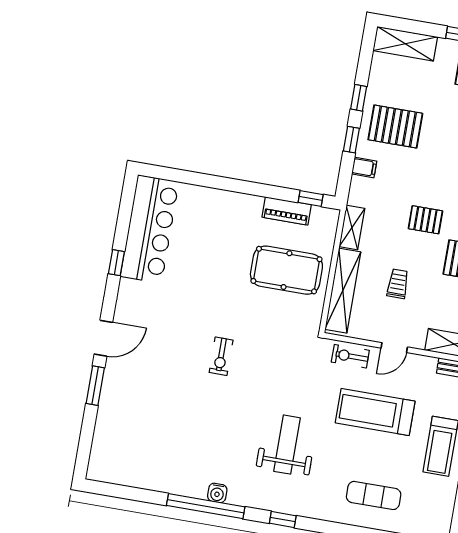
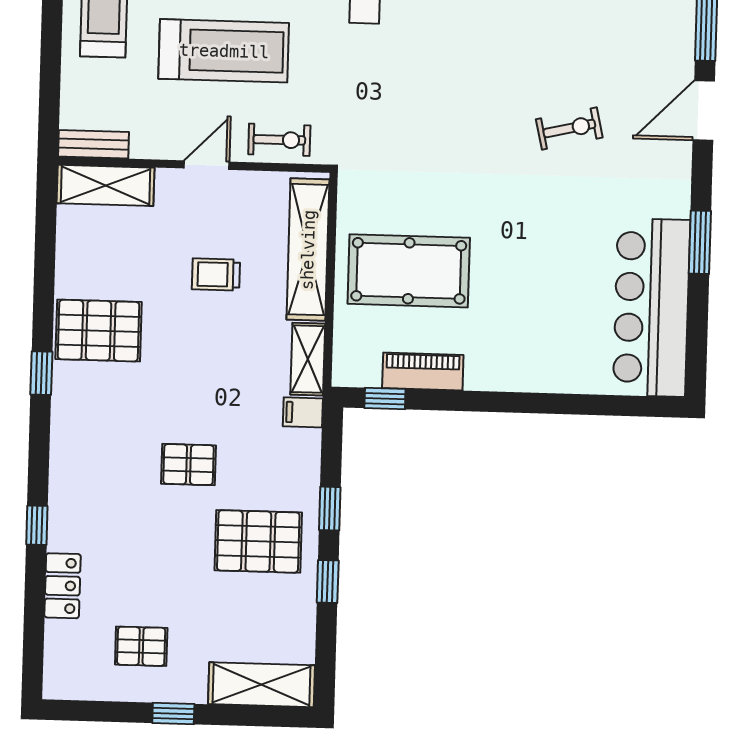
filing cabinet: (364, 167) -> (303, 412), moved
pallet: (425, 220) -> (189, 465), moved
window: (116, 263) -> (700, 242), width x1.50
trolley: (398, 284) -> (216, 275), turned 90
exercise bike: (221, 356) -> (569, 128), moved, turned 77

